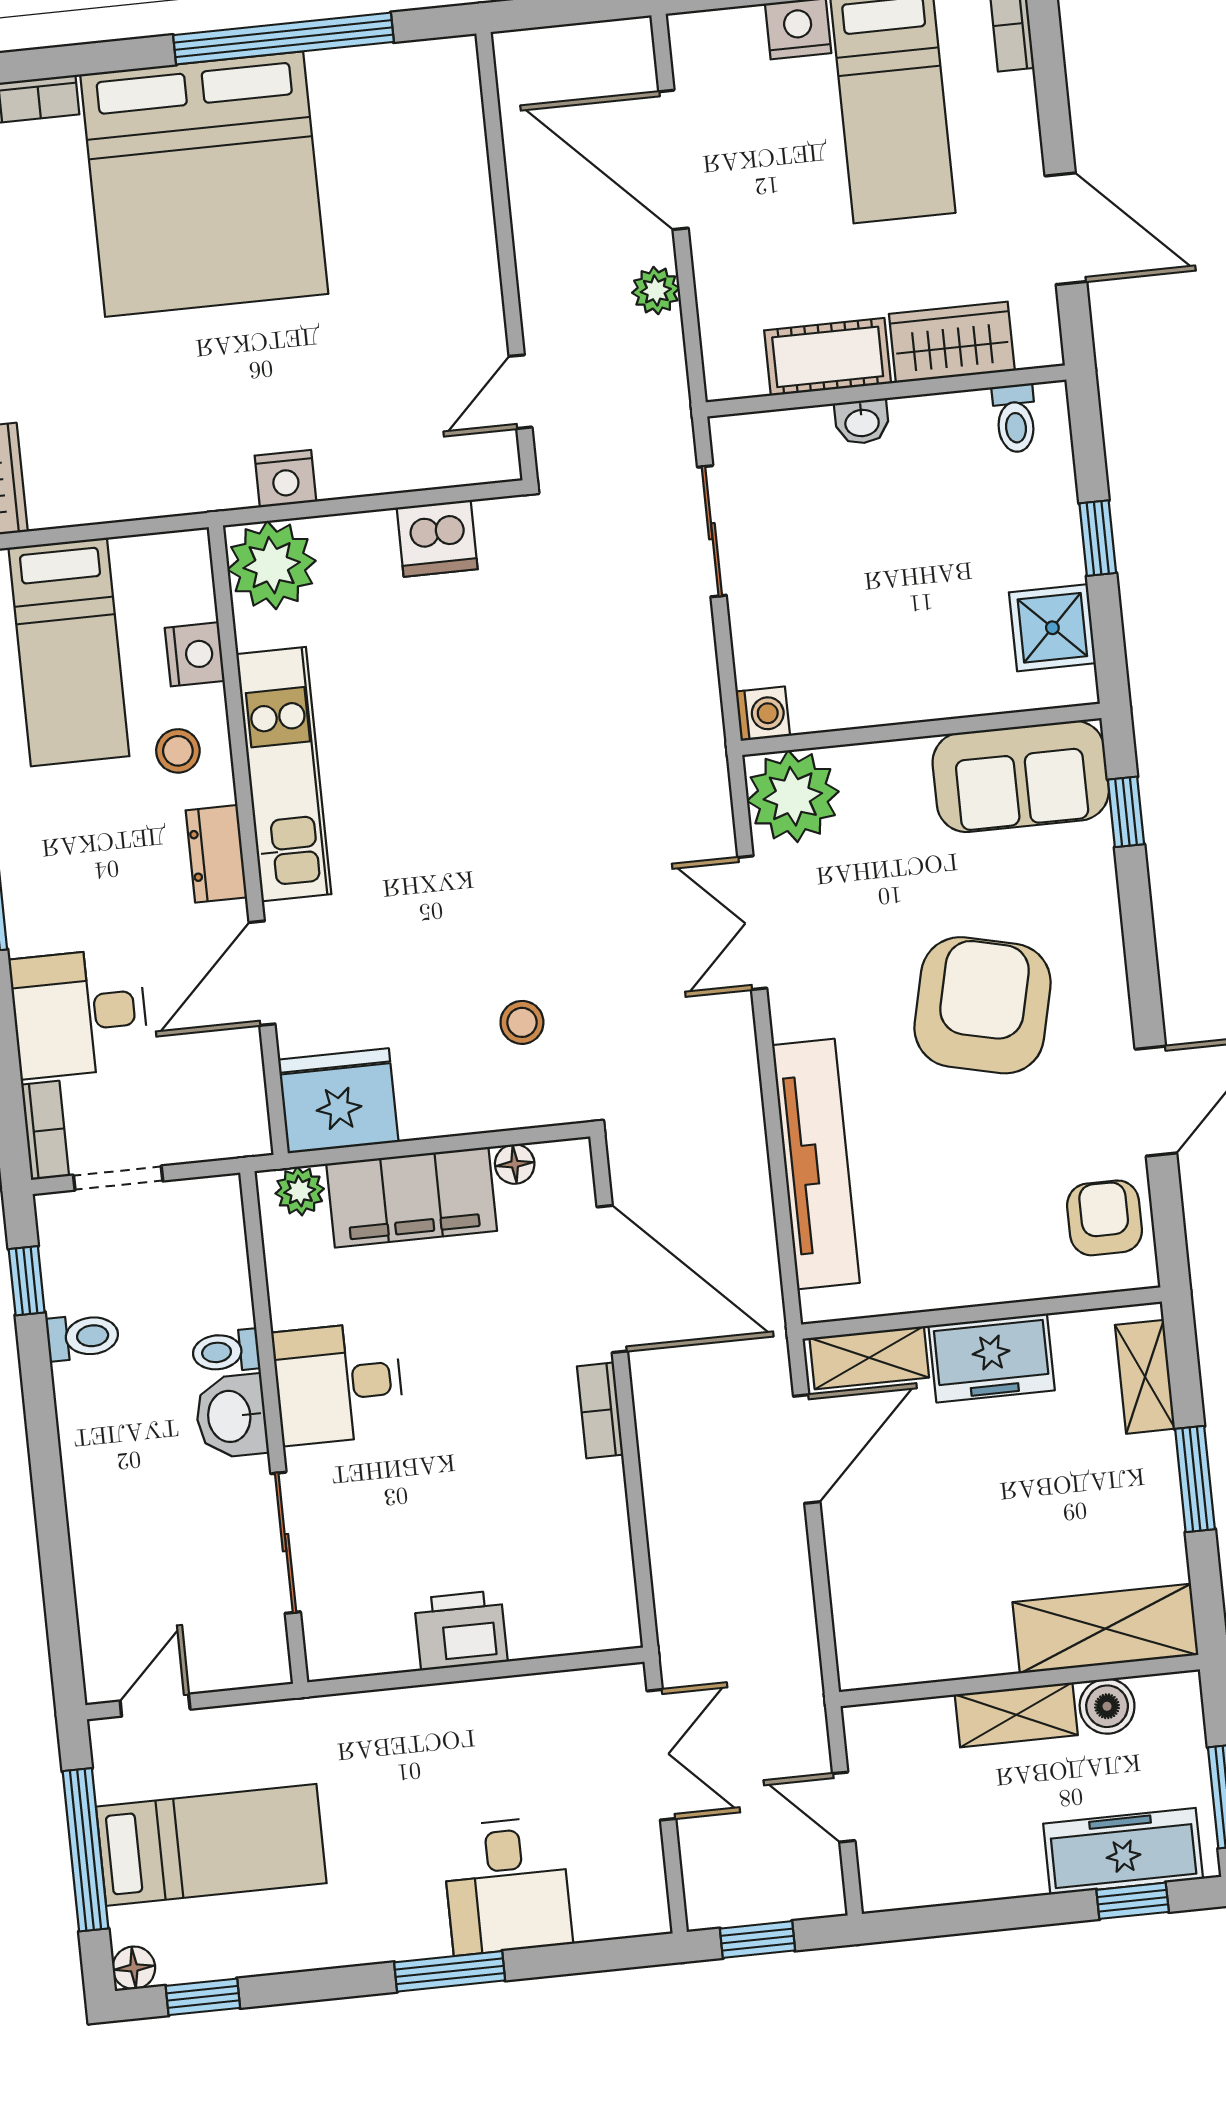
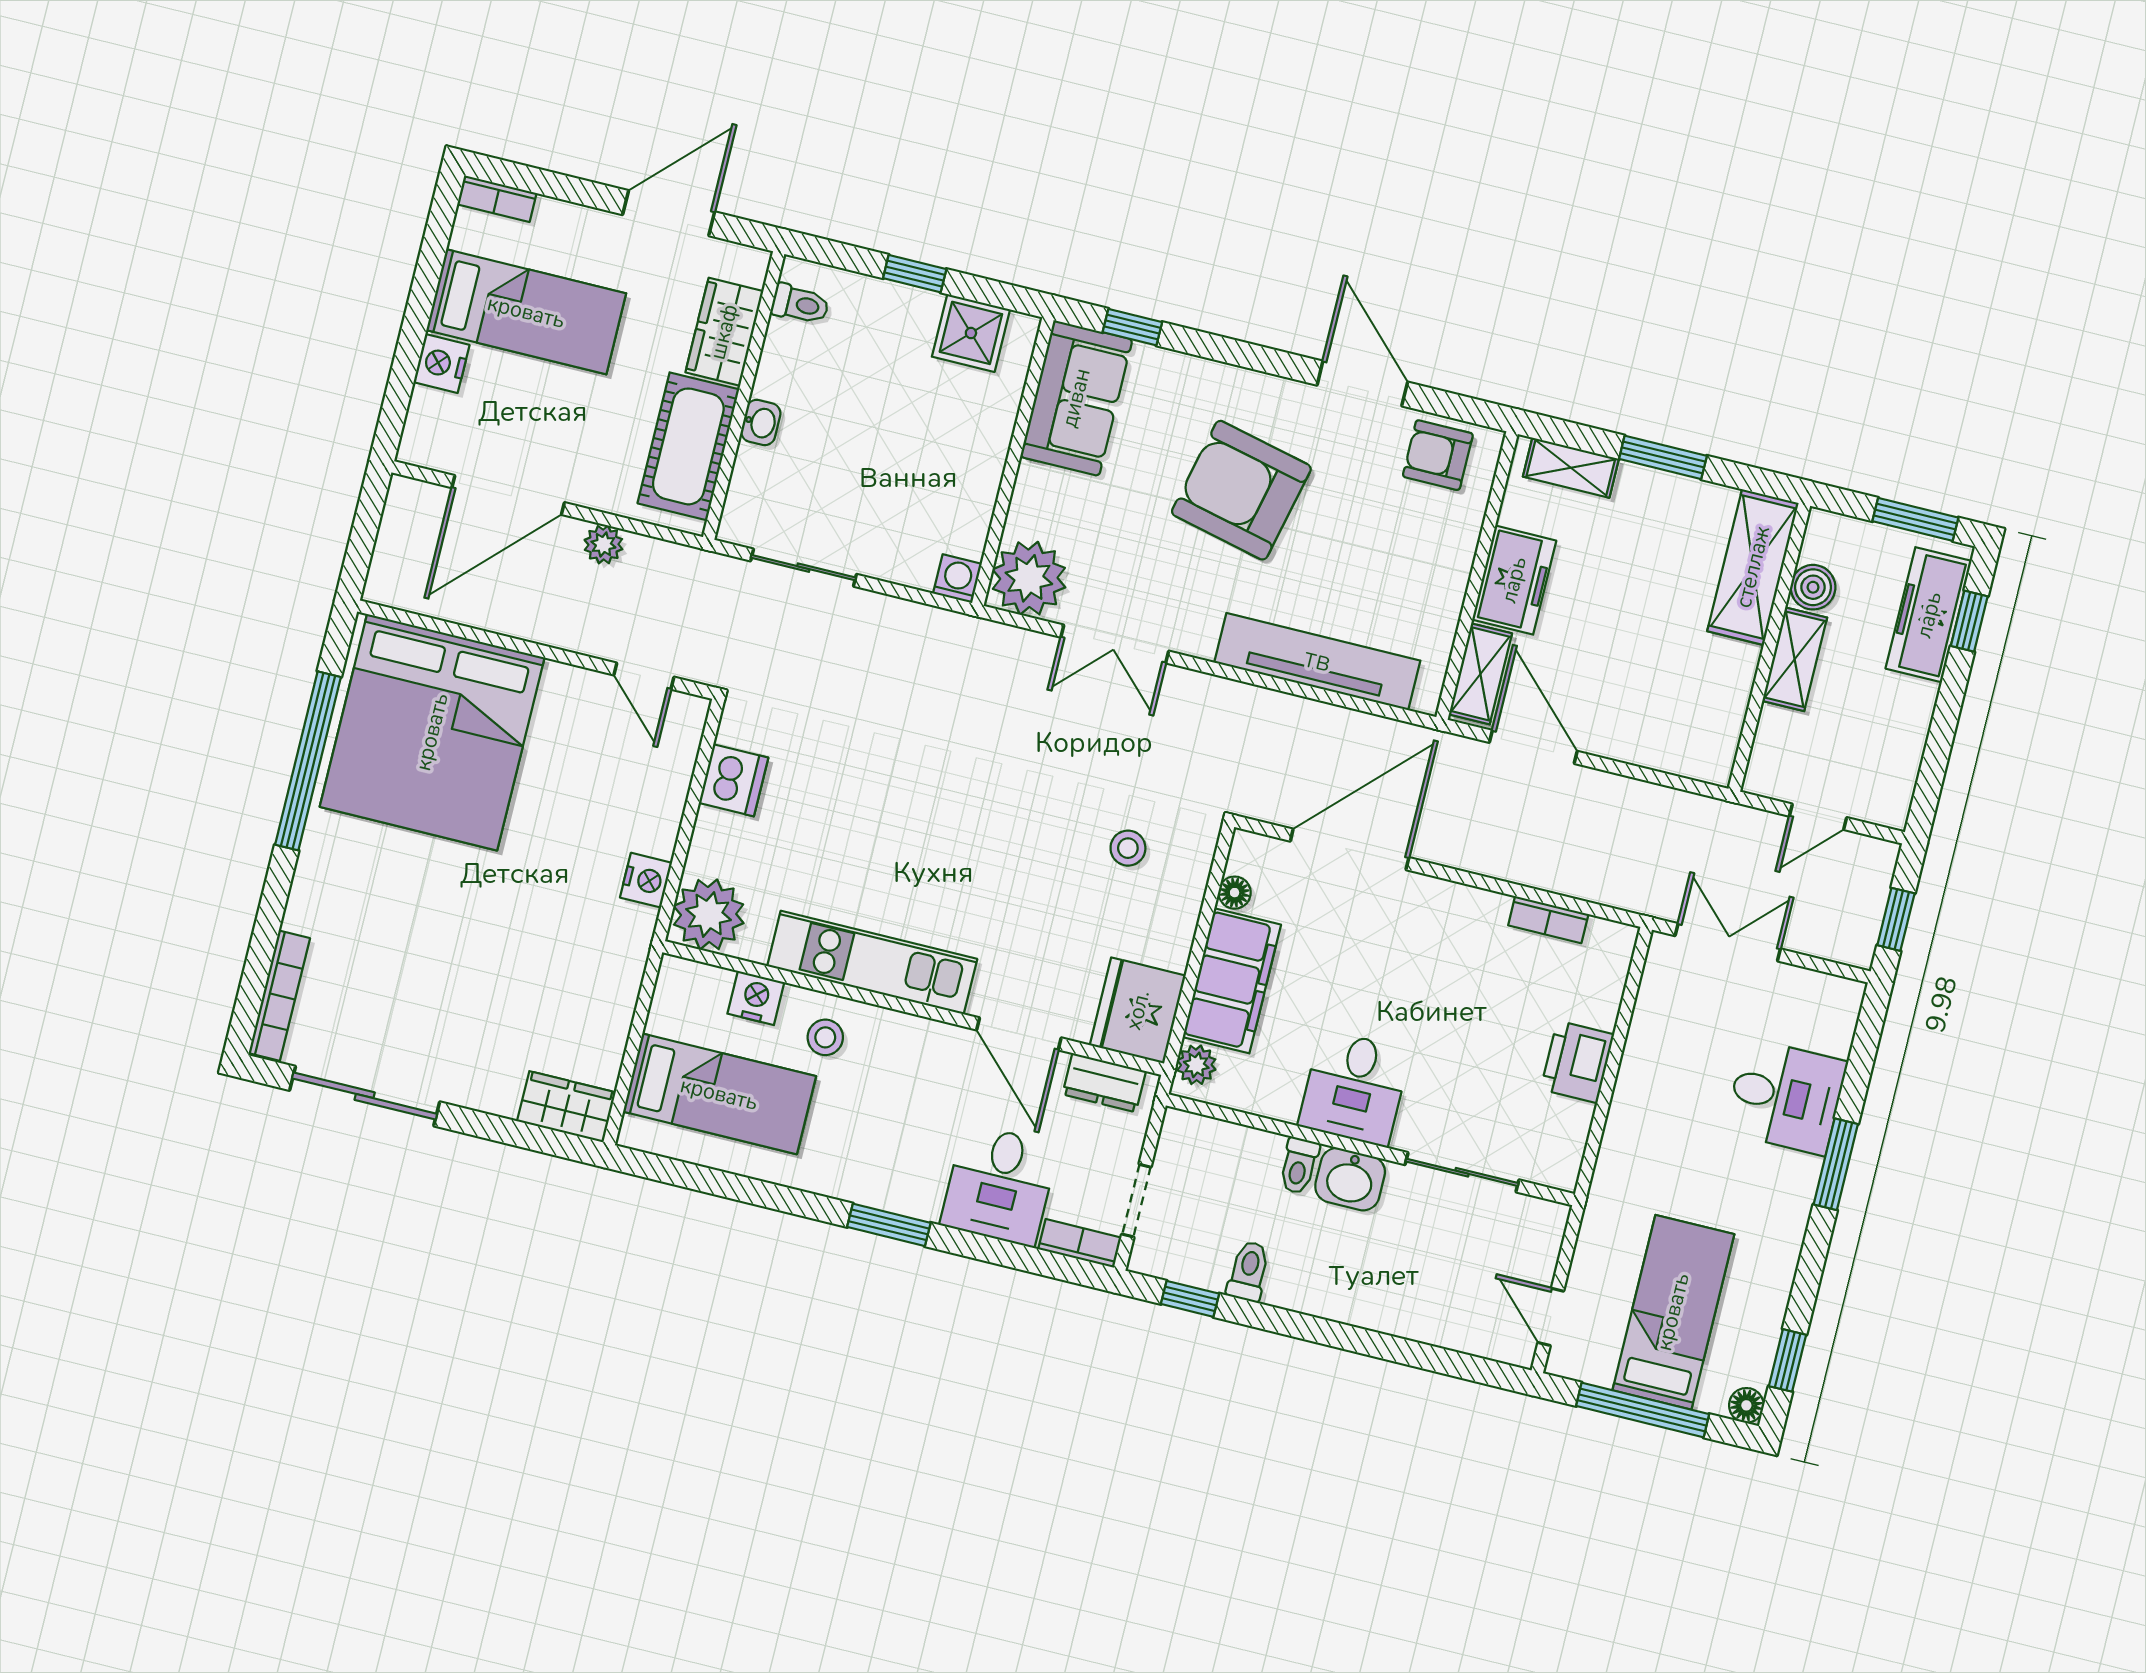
bed: (204, 184) -> (432, 732), moved, turned 90
cot: (828, 357) -> (688, 446), width x1.37, depth x1.34
dresser: (216, 854) -> (1104, 1083), moved
bookcase: (600, 1410) -> (1548, 920), moved

